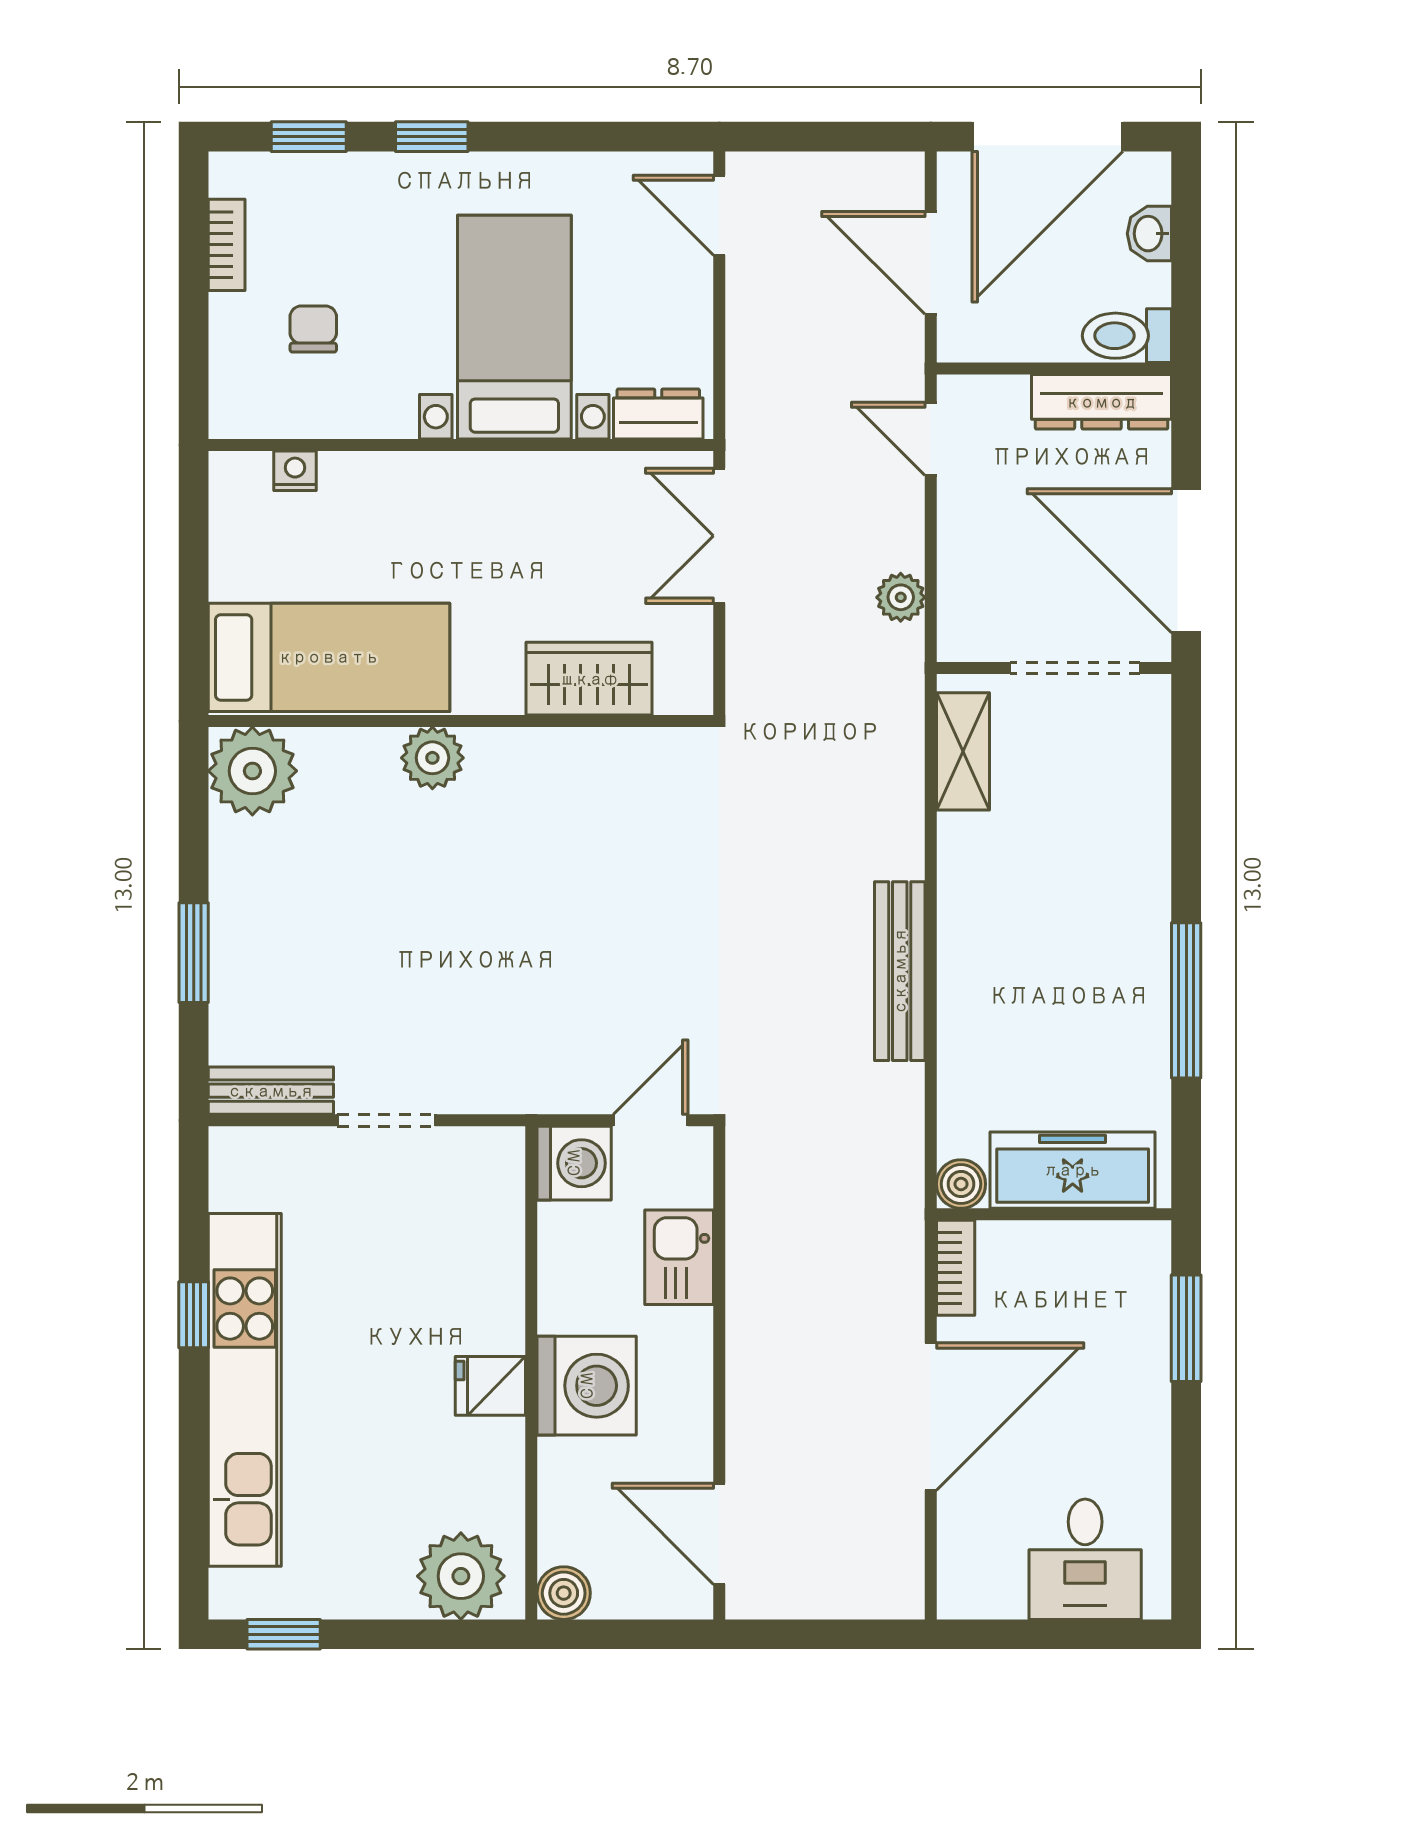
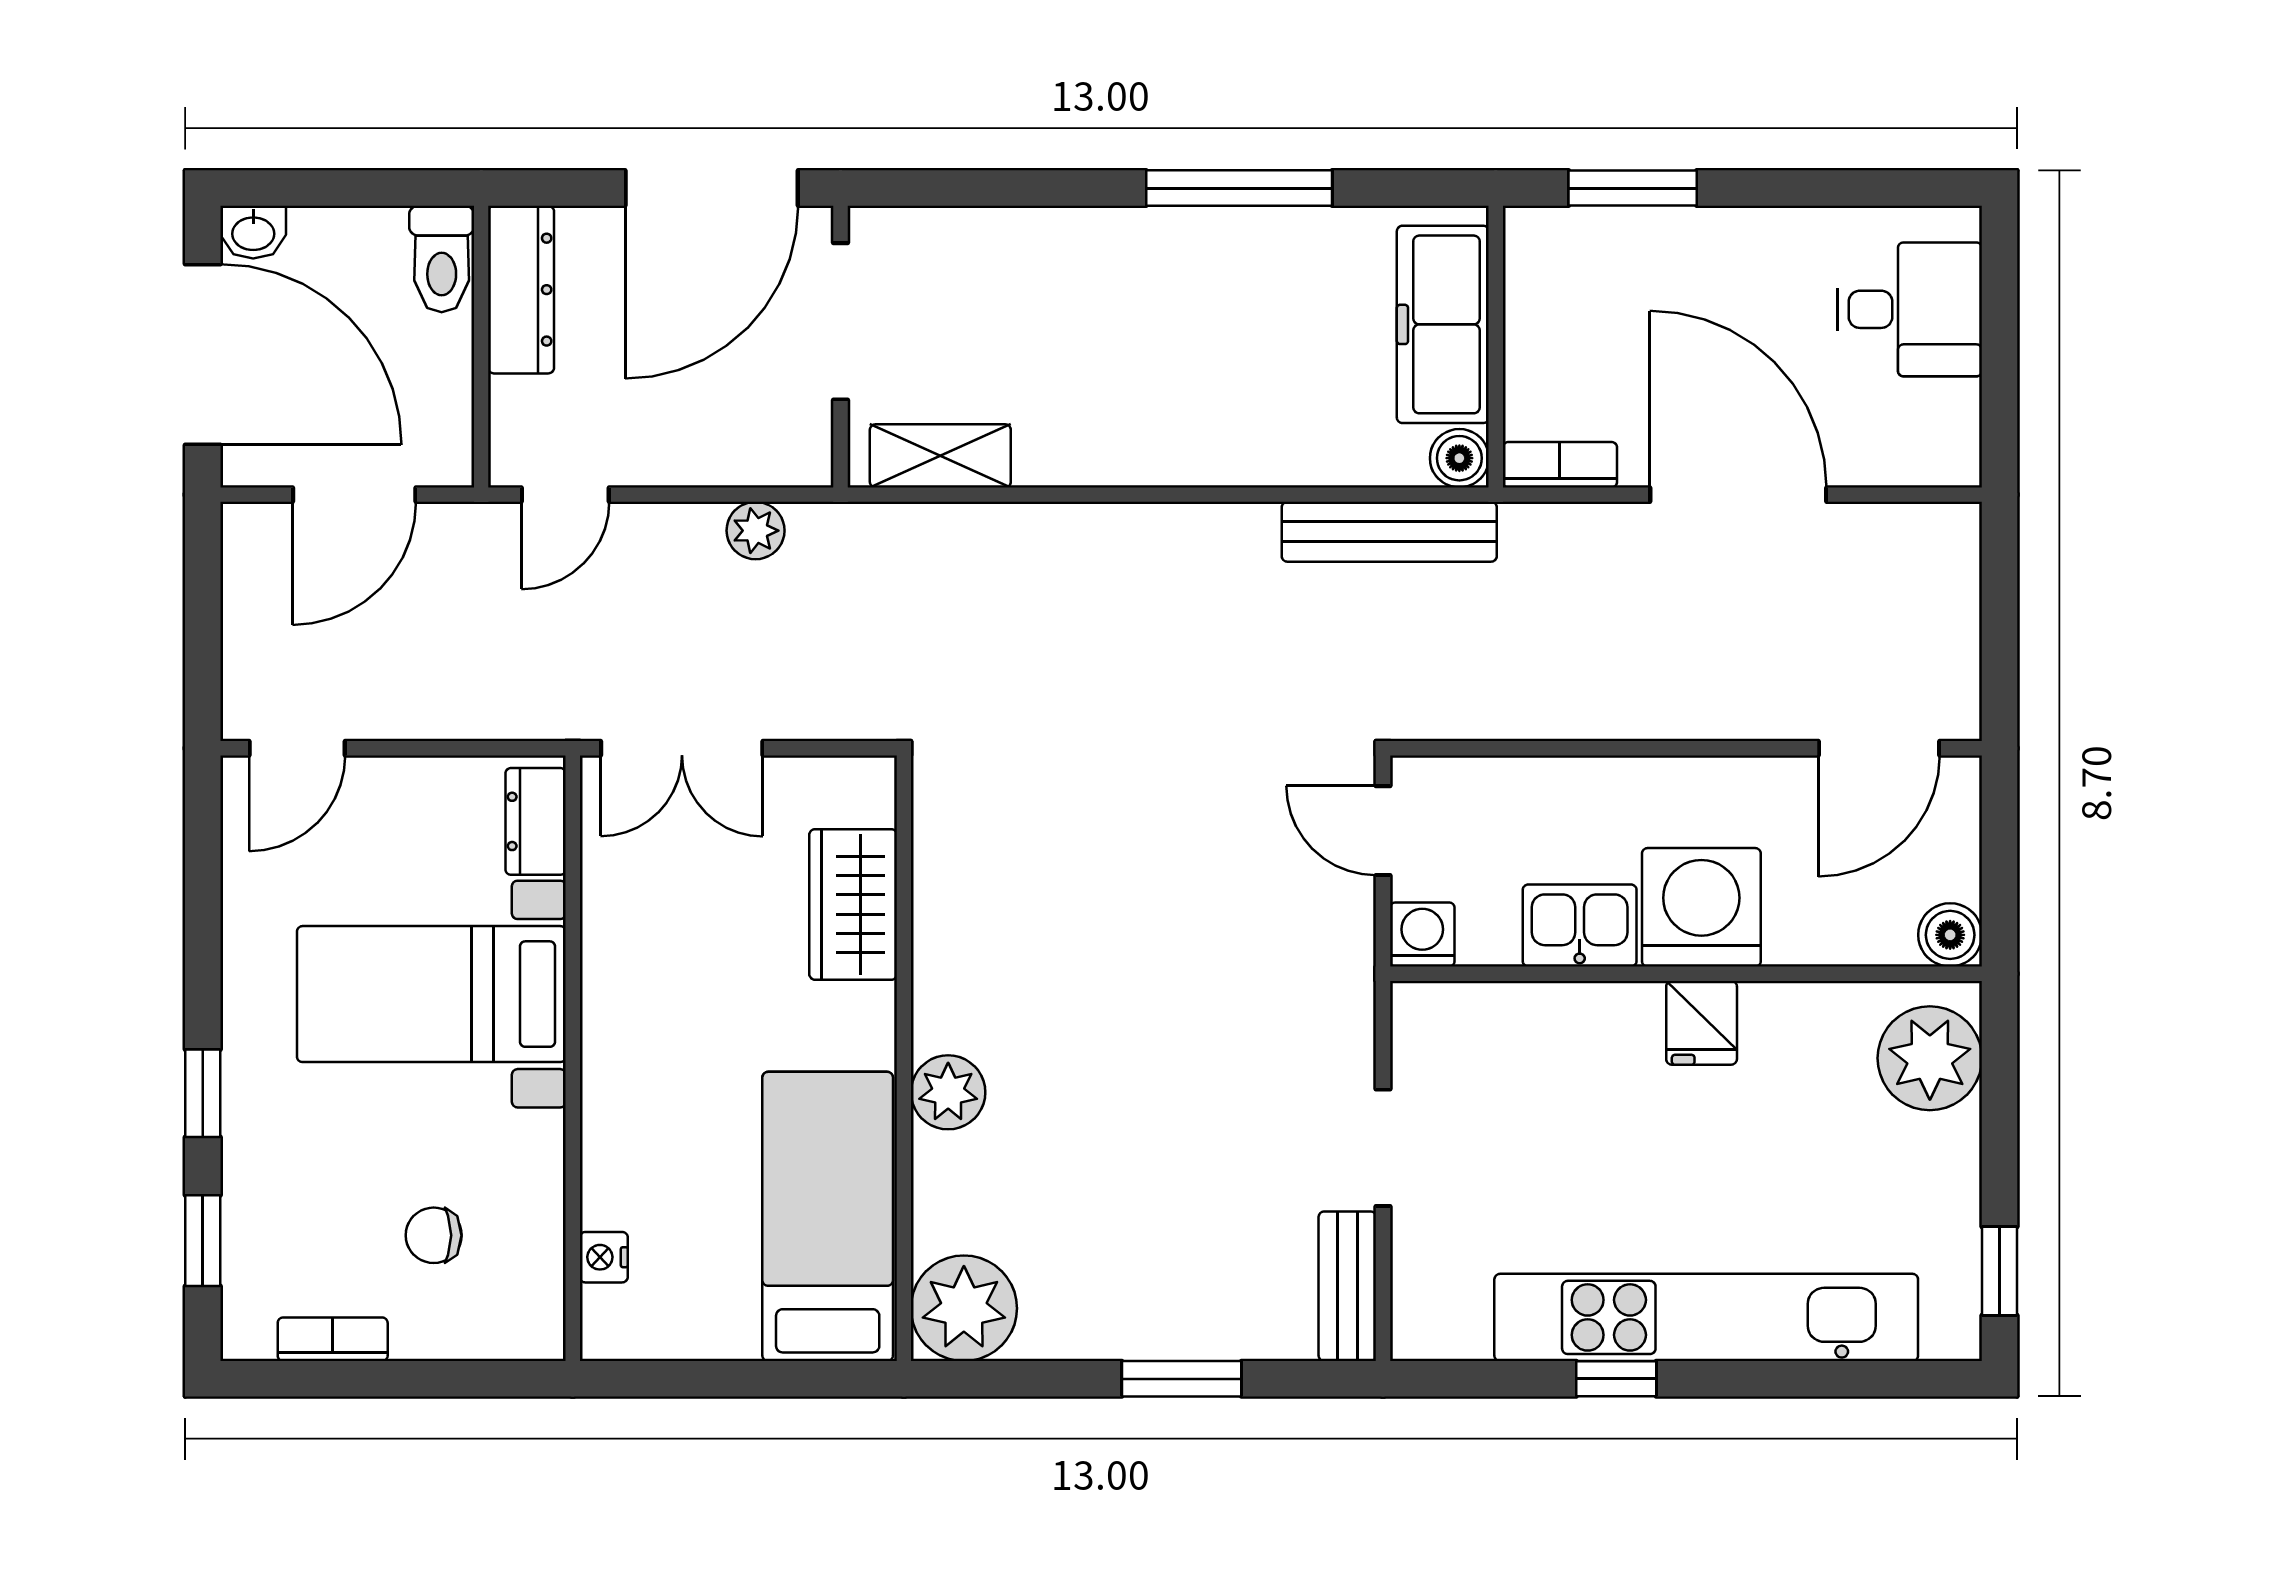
washbasin: (1149, 234) -> (253, 232), moved
bench: (900, 971) -> (1389, 532), moved
washing machine: (574, 1163) -> (1422, 934), width x0.73, depth x0.73
kitchen sink: (679, 1257) -> (1580, 926), moved, turned 180

